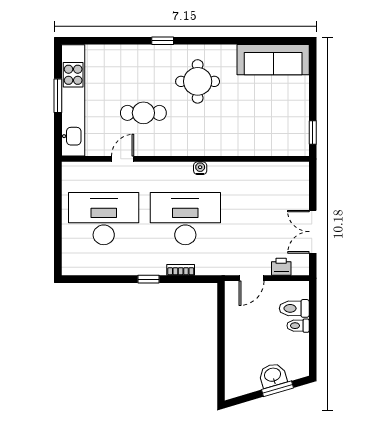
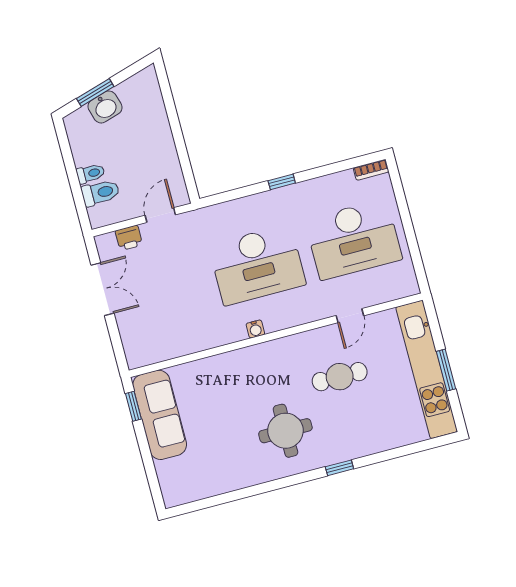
sofa: (273, 60) -> (160, 415), moved, turned 90
bookcase: (181, 270) -> (371, 170), moved

